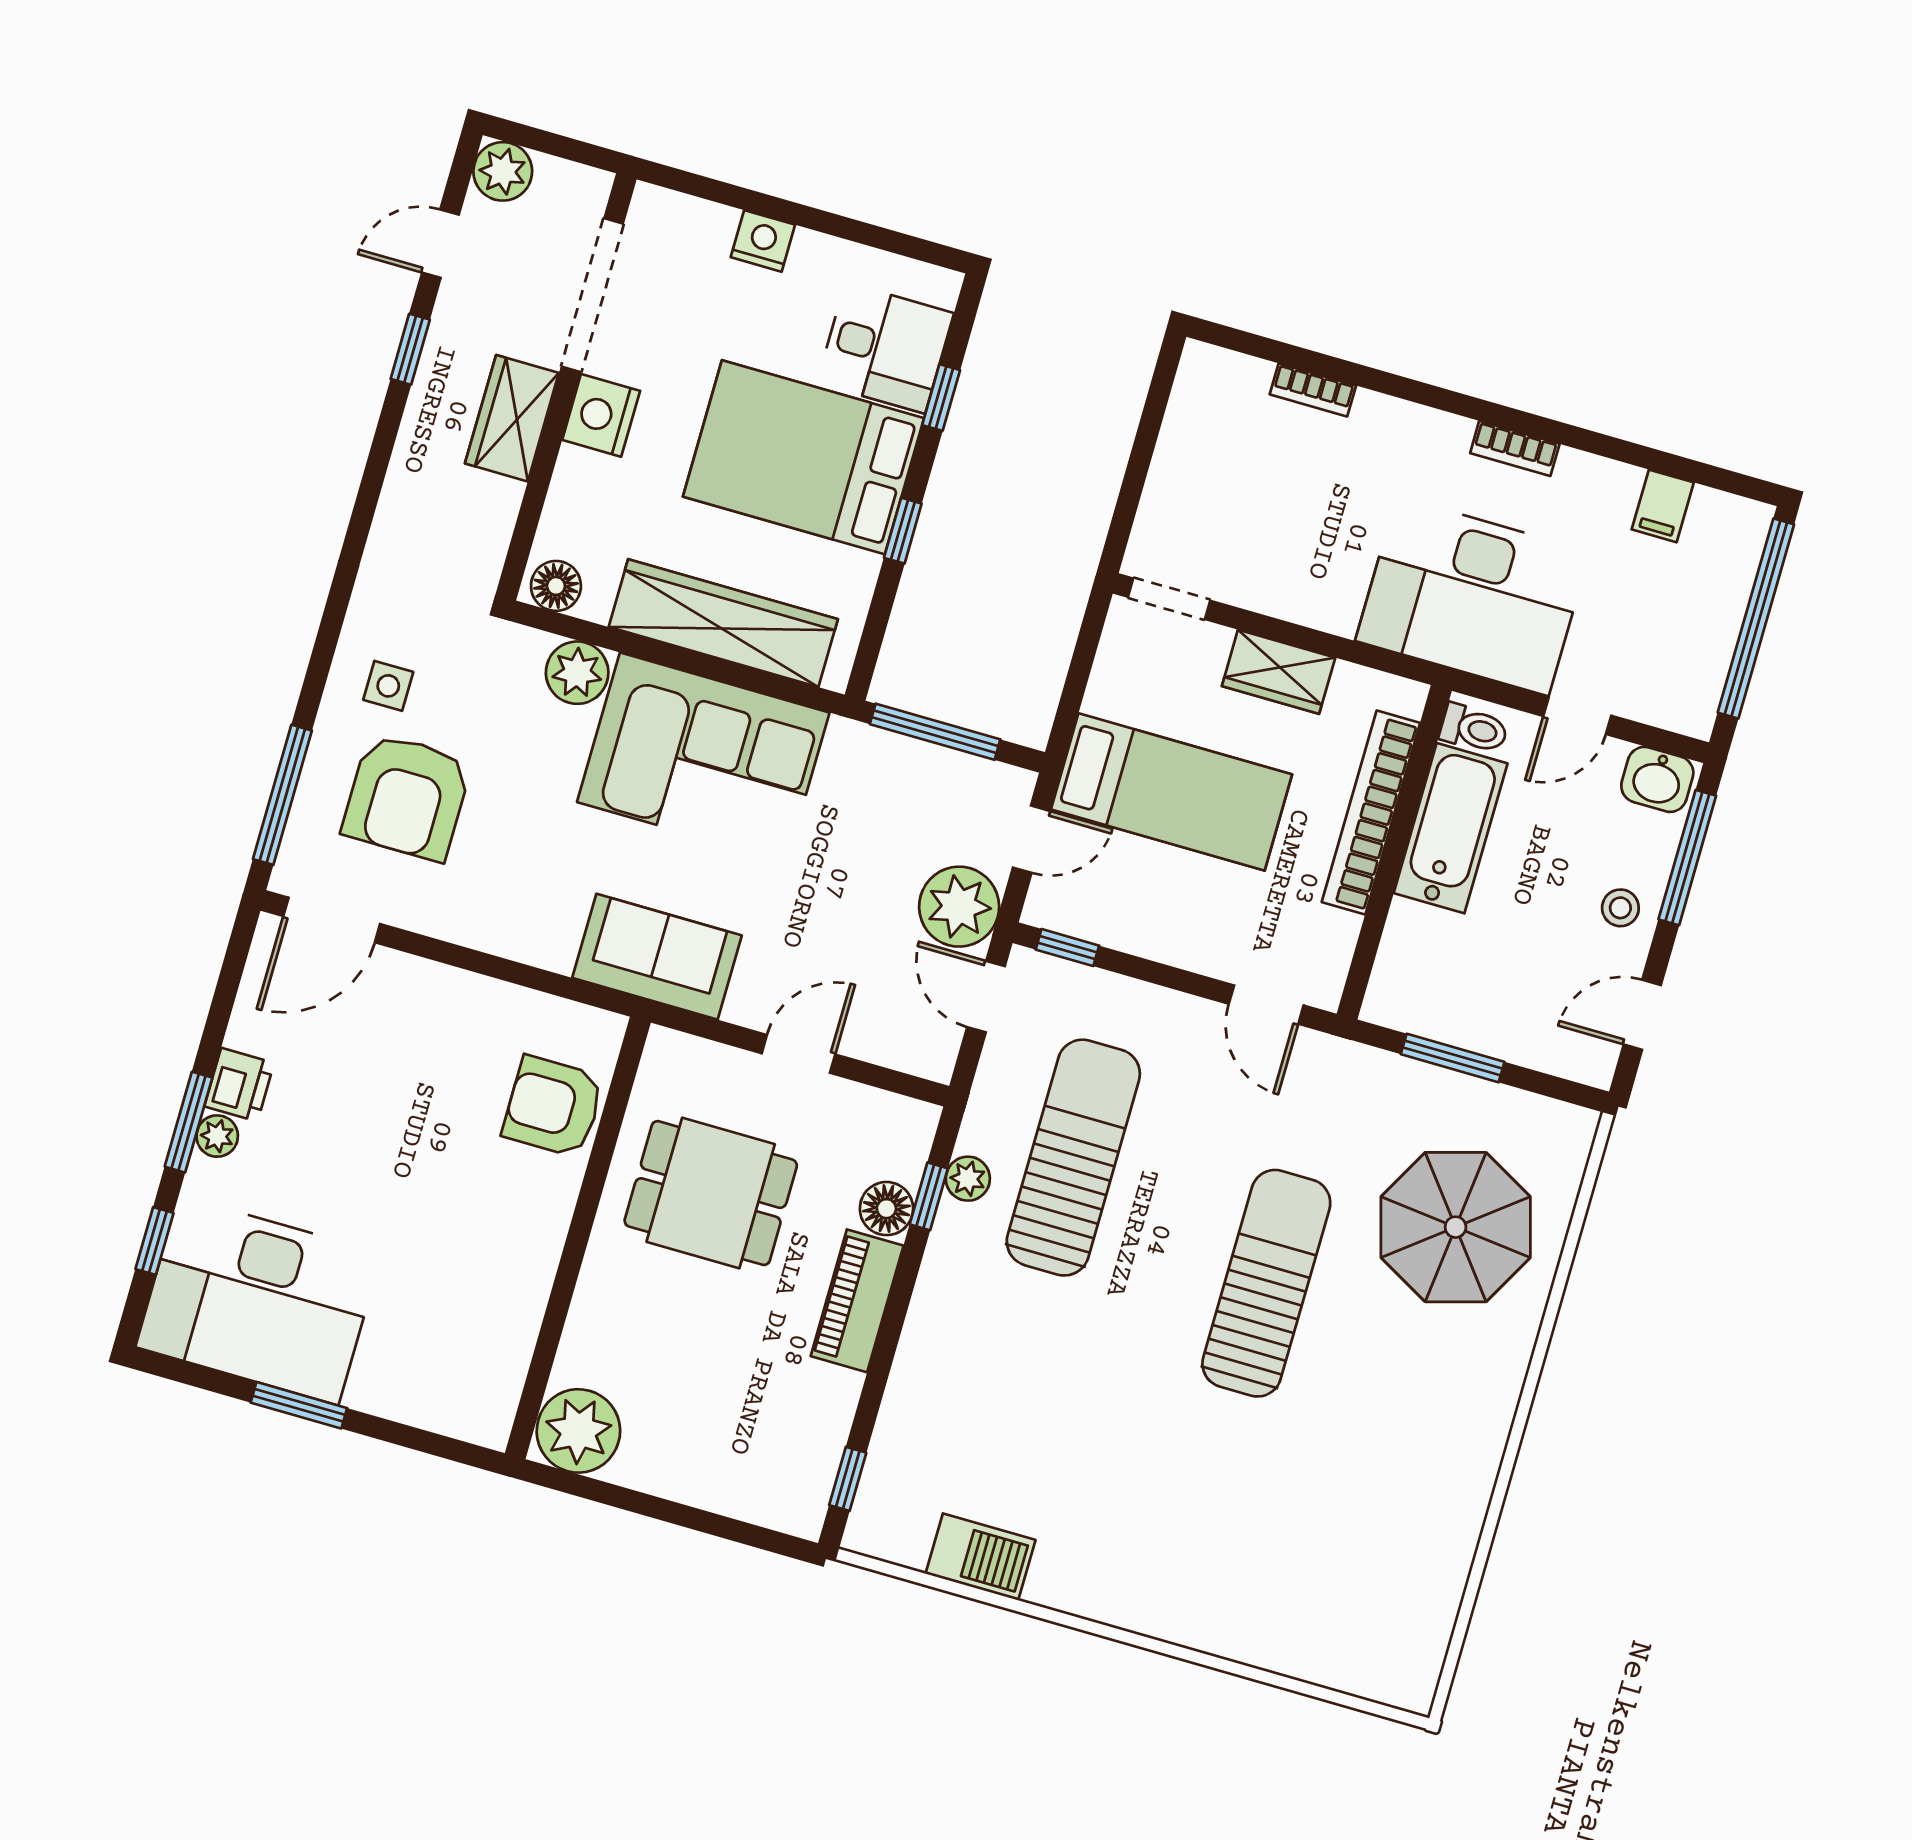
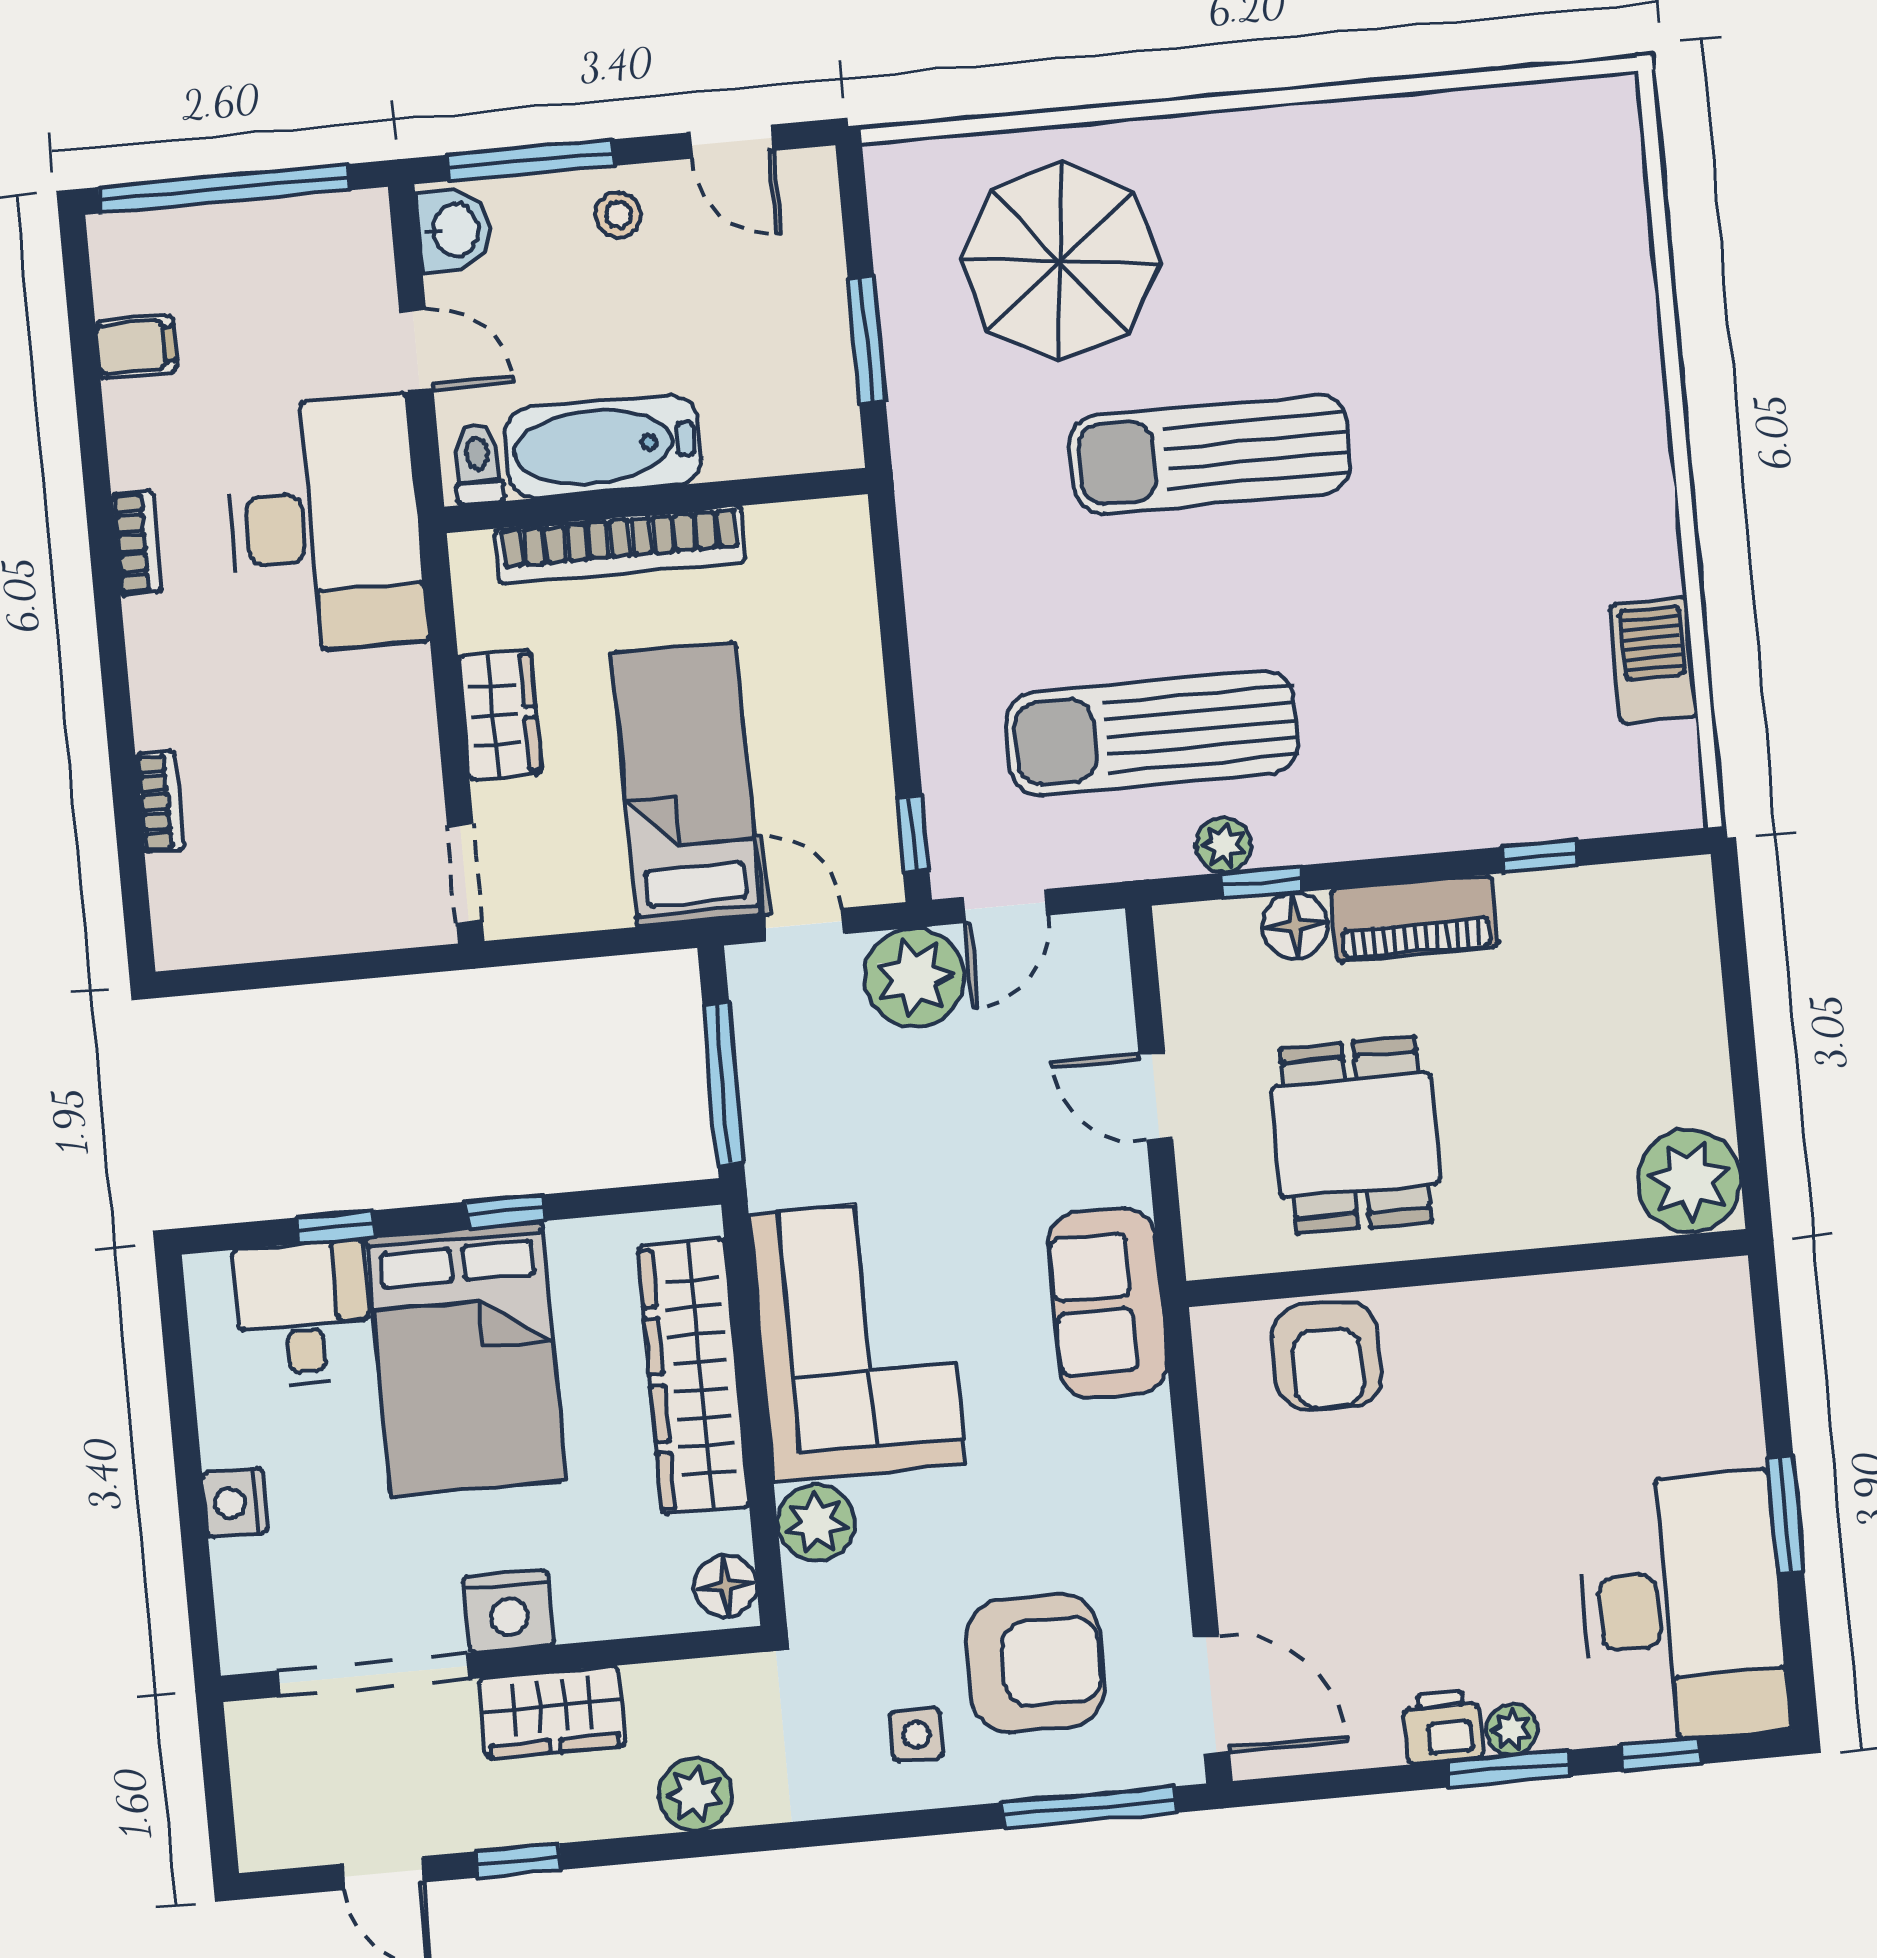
plant: (503, 171) -> (695, 1794), moved
door: (1266, 1005) -> (889, 580), removed
window: (848, 1479) -> (1540, 856), moved

